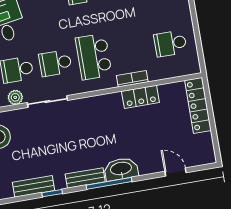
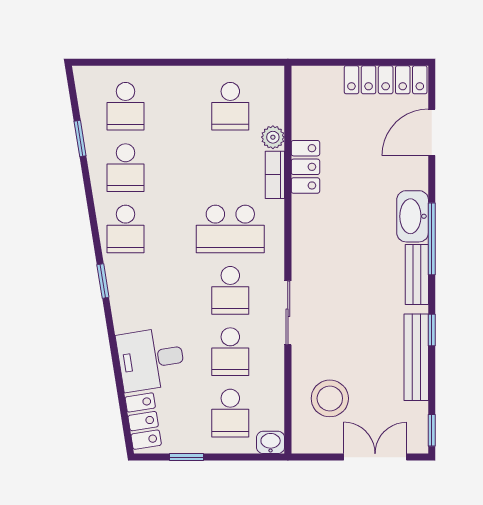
plant: (15, 97) -> (273, 137), moved
locker: (198, 105) -> (386, 80), moved
door: (176, 172) -> (432, 132), width x1.38
bench: (33, 186) -> (416, 357), width x1.36

